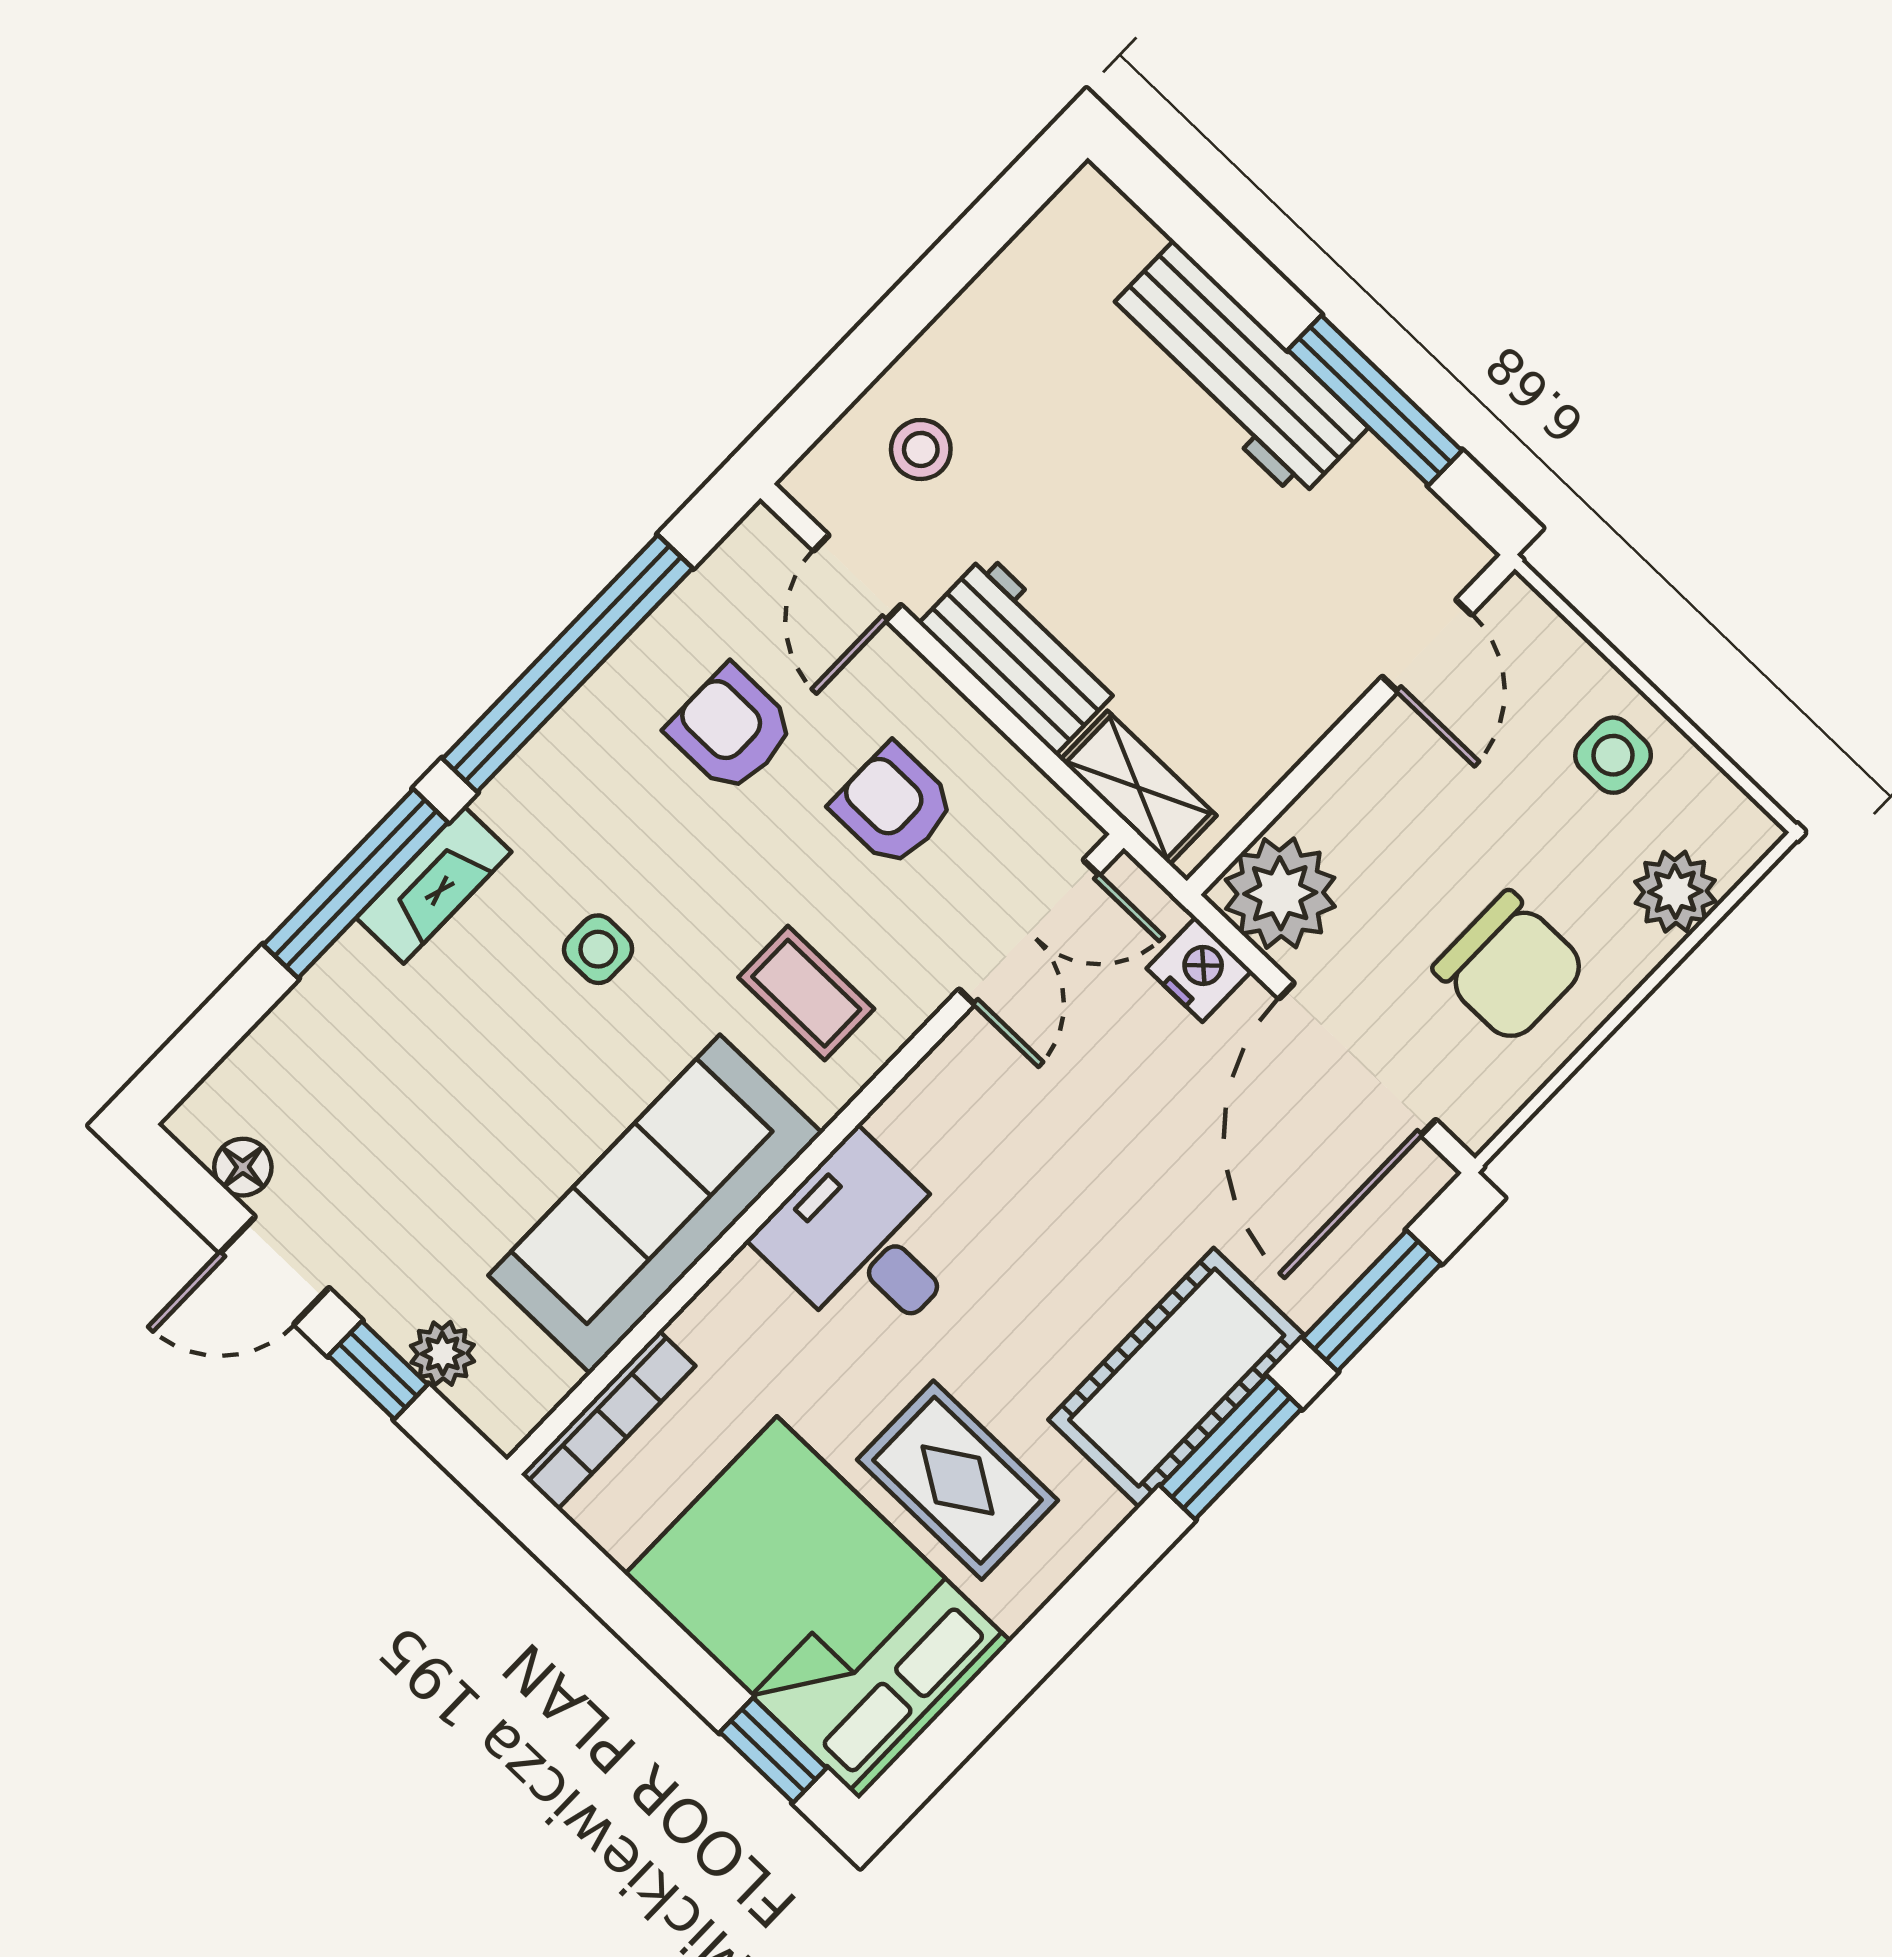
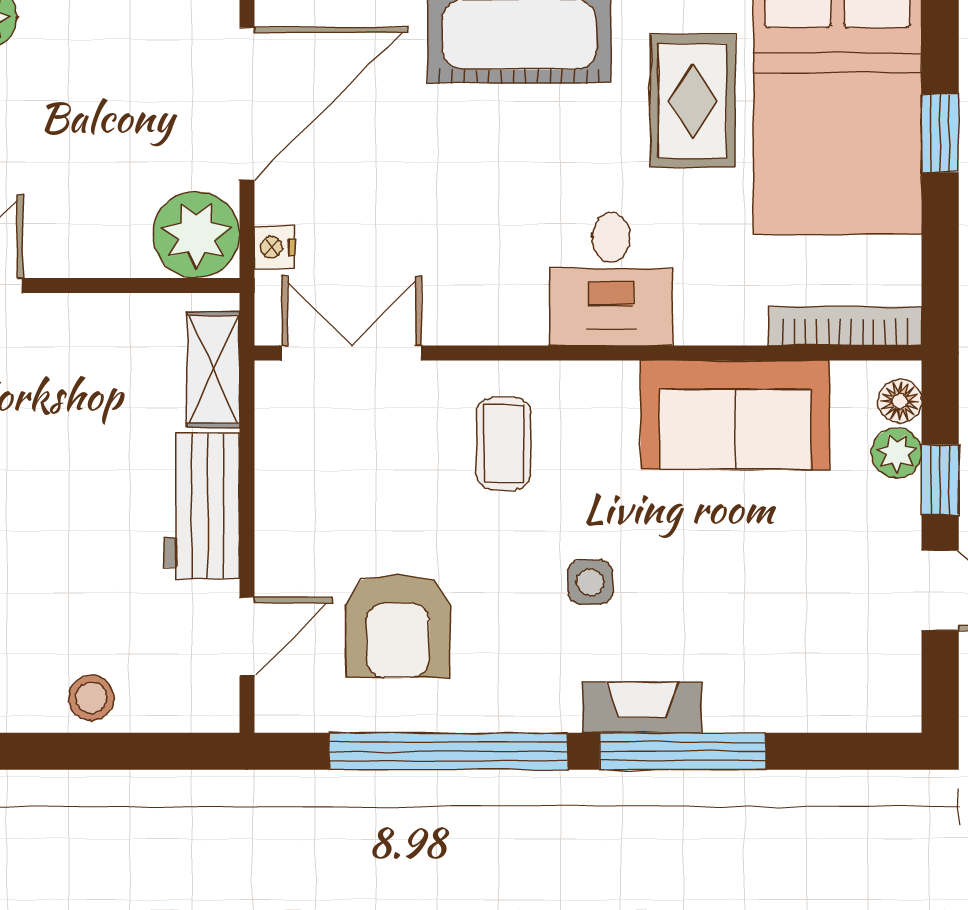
stool: (921, 449) -> (91, 698), moved
armchair: (731, 729) -> (398, 626), width x1.38, depth x1.38
armchair: (893, 805) -> (354, 495), removed
chair: (1510, 967) -> (115, 68), removed
nightstand: (1199, 970) -> (275, 247), width x0.72, depth x0.74
floor lamp: (243, 1167) -> (900, 401), moved
sofa: (655, 1204) -> (735, 415), width x0.73
window: (773, 1750) -> (940, 133), moved

